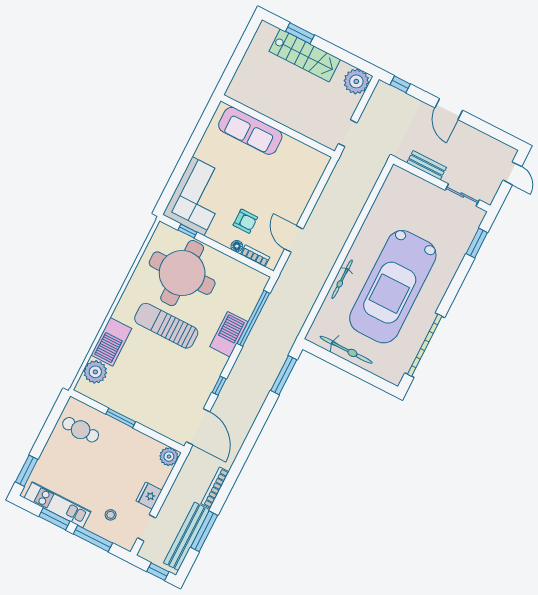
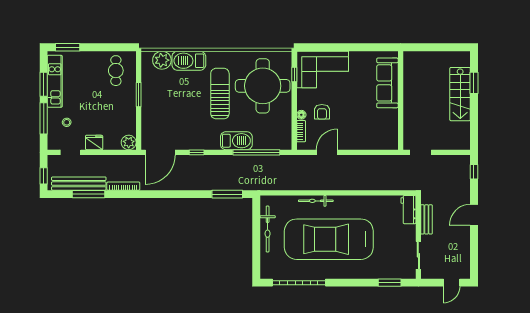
plant: (356, 81) -> (460, 140), removed
workbench: (405, 180) -> (408, 210), added

